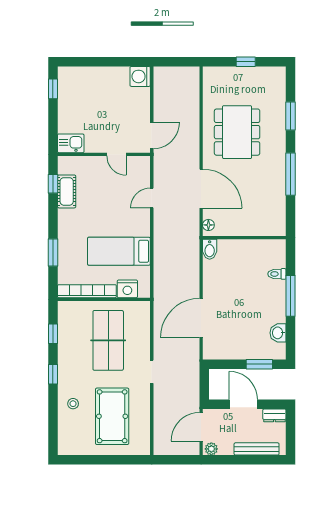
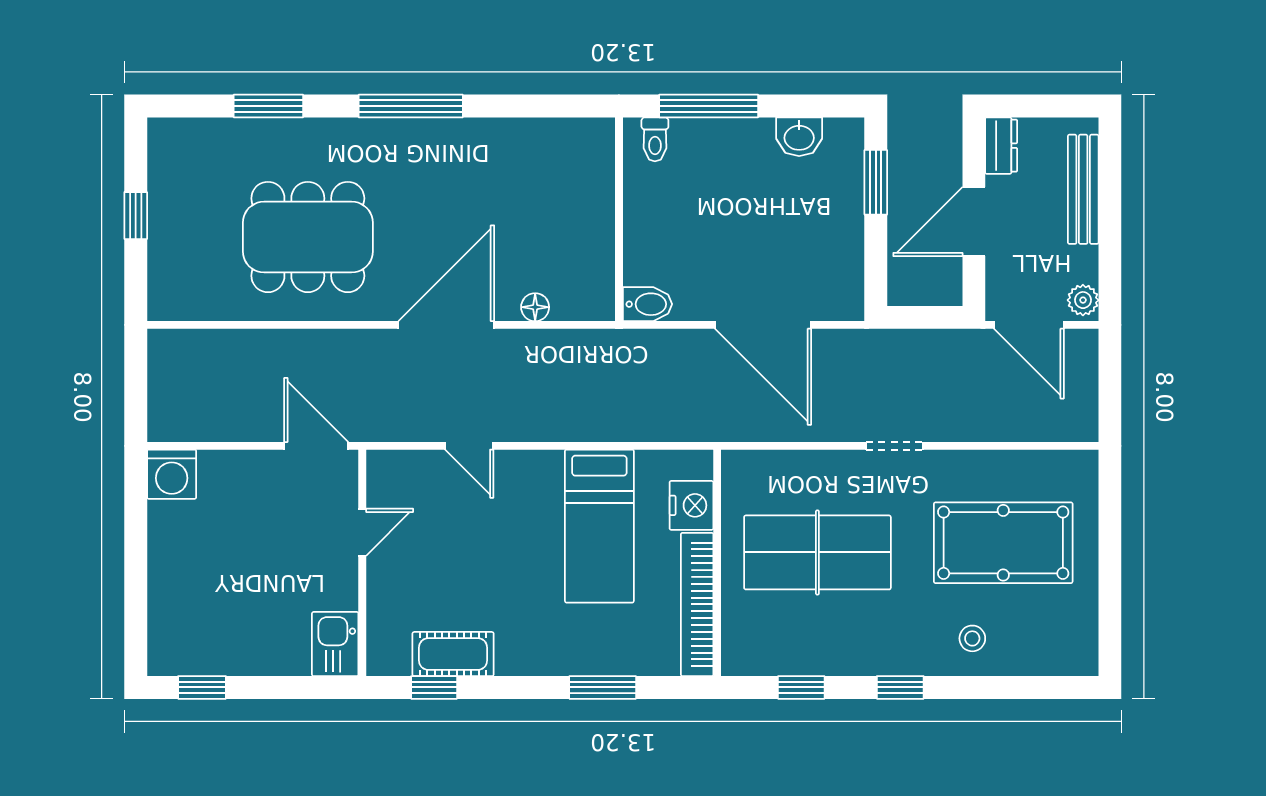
wall: (244, 238) -> (619, 219), moved
bidet: (210, 249) -> (647, 304), moved

